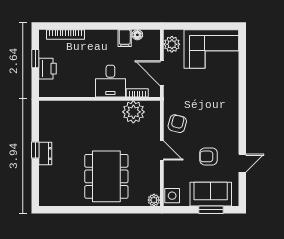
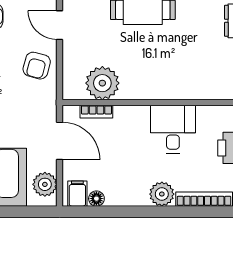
plant: (94, 38) -> (162, 194), added
filing cabinet: (125, 38) -> (77, 194), moved
desk: (110, 81) -> (173, 129), moved

